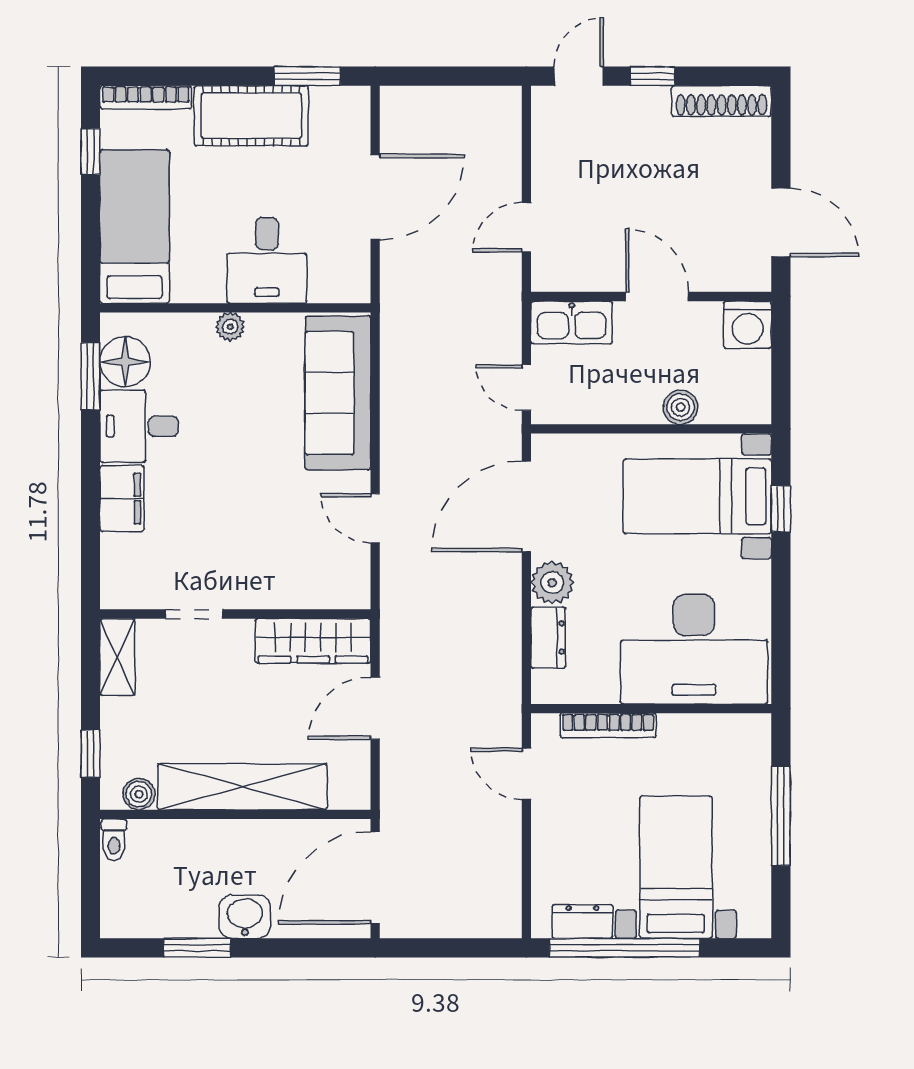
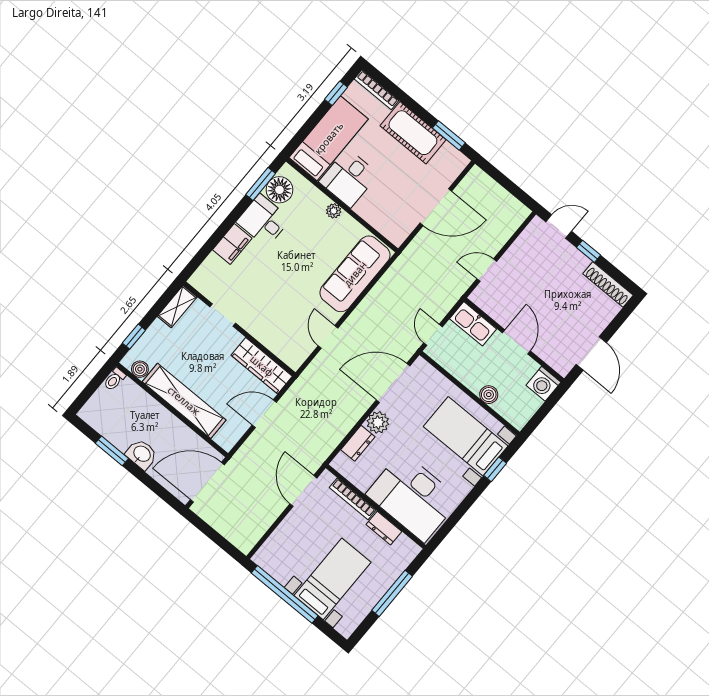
desk: (267, 260) -> (349, 178), moved
door: (526, 774) -> (303, 491), width x1.38
dresser: (582, 921) -> (384, 528), moved, turned 180

